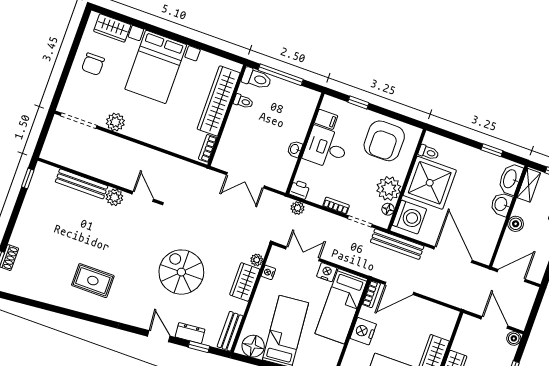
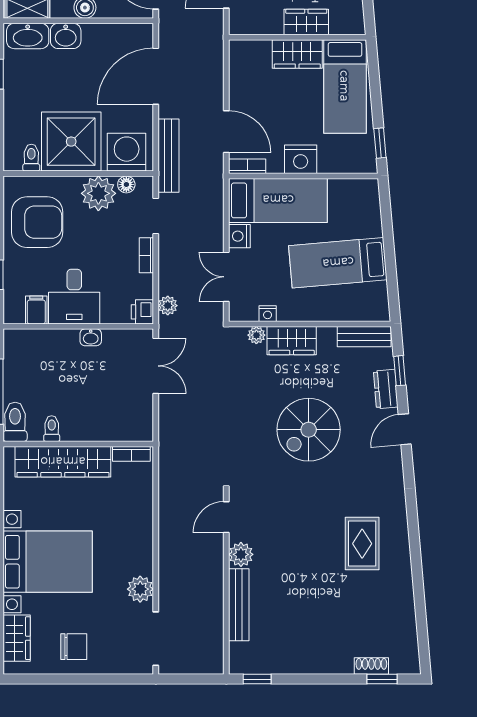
double door: (245, 180) -> (156, 366), moved
floor lamp: (253, 346) -> (373, 299), removed

